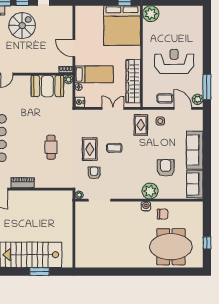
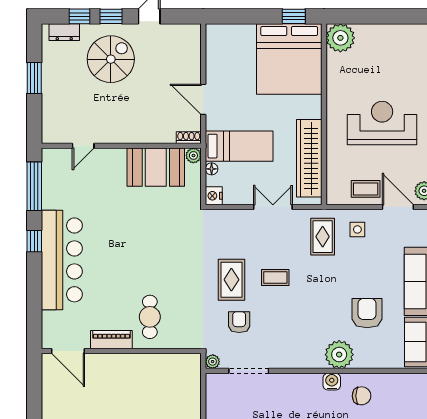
cafe table: (51, 147) -> (150, 317), moved

